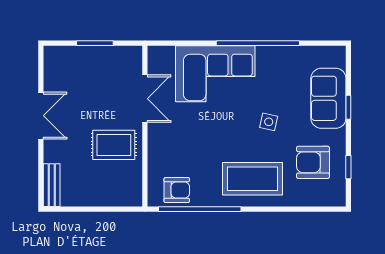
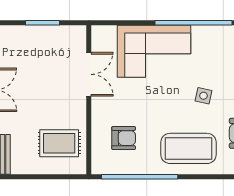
rug: (114, 145) -> (59, 143), moved
armchair: (177, 190) -> (124, 138), moved

